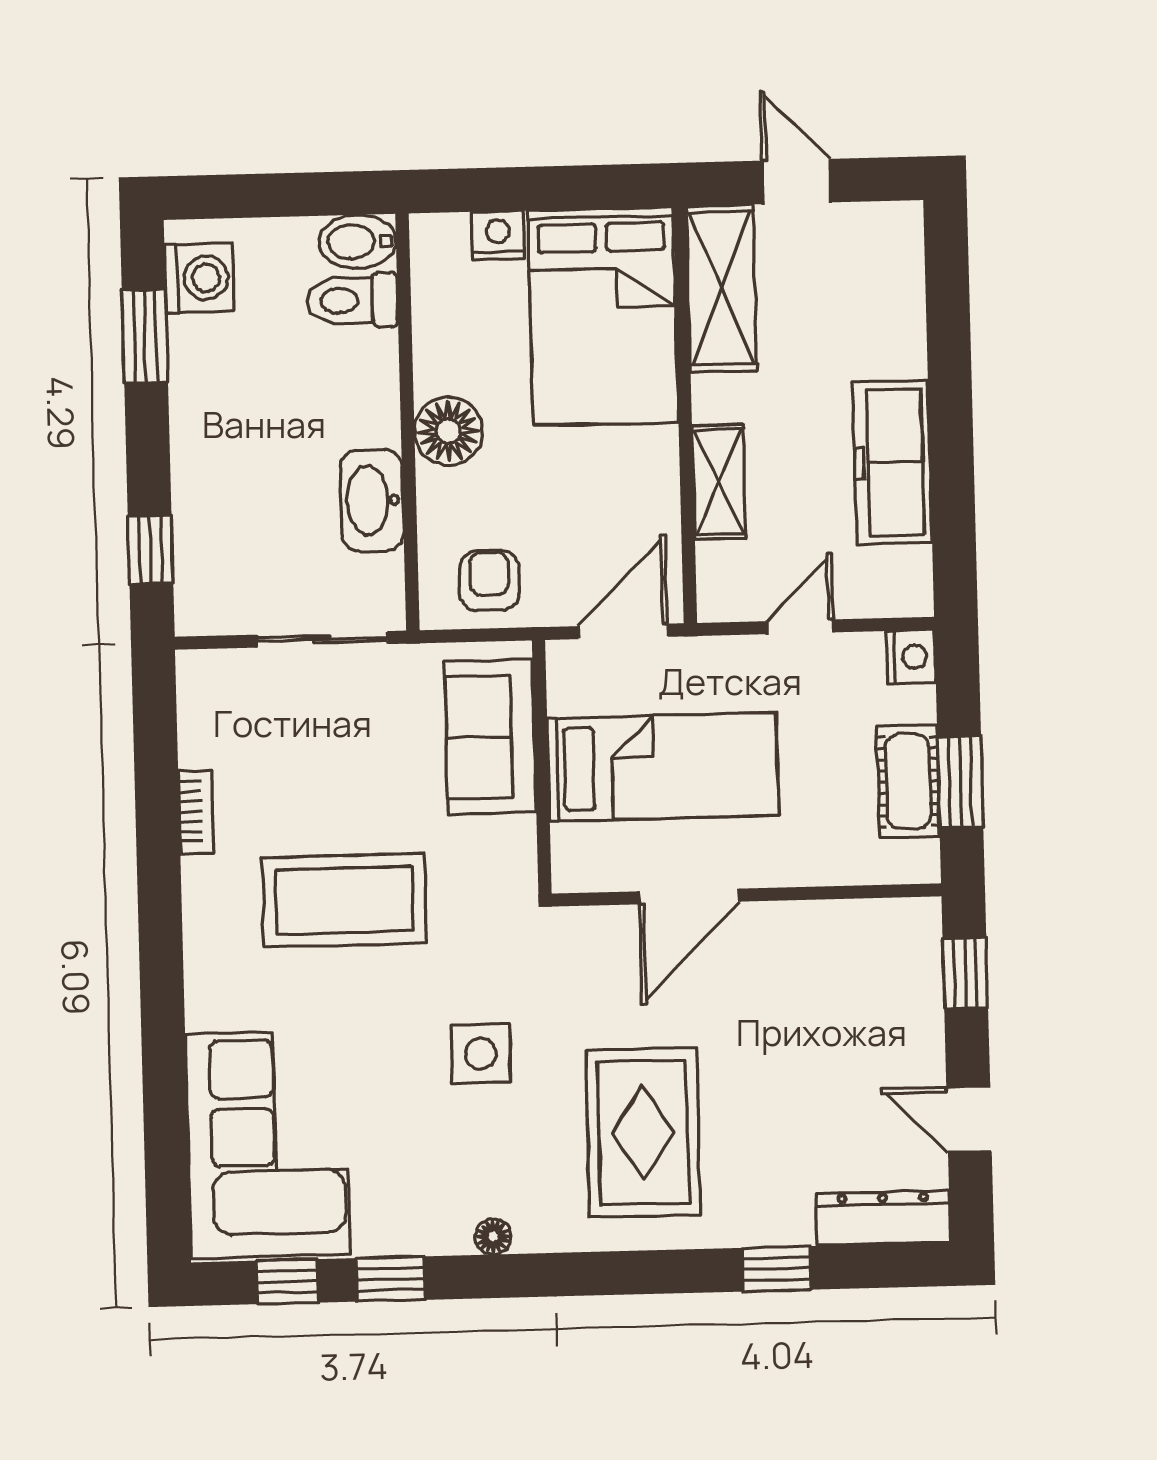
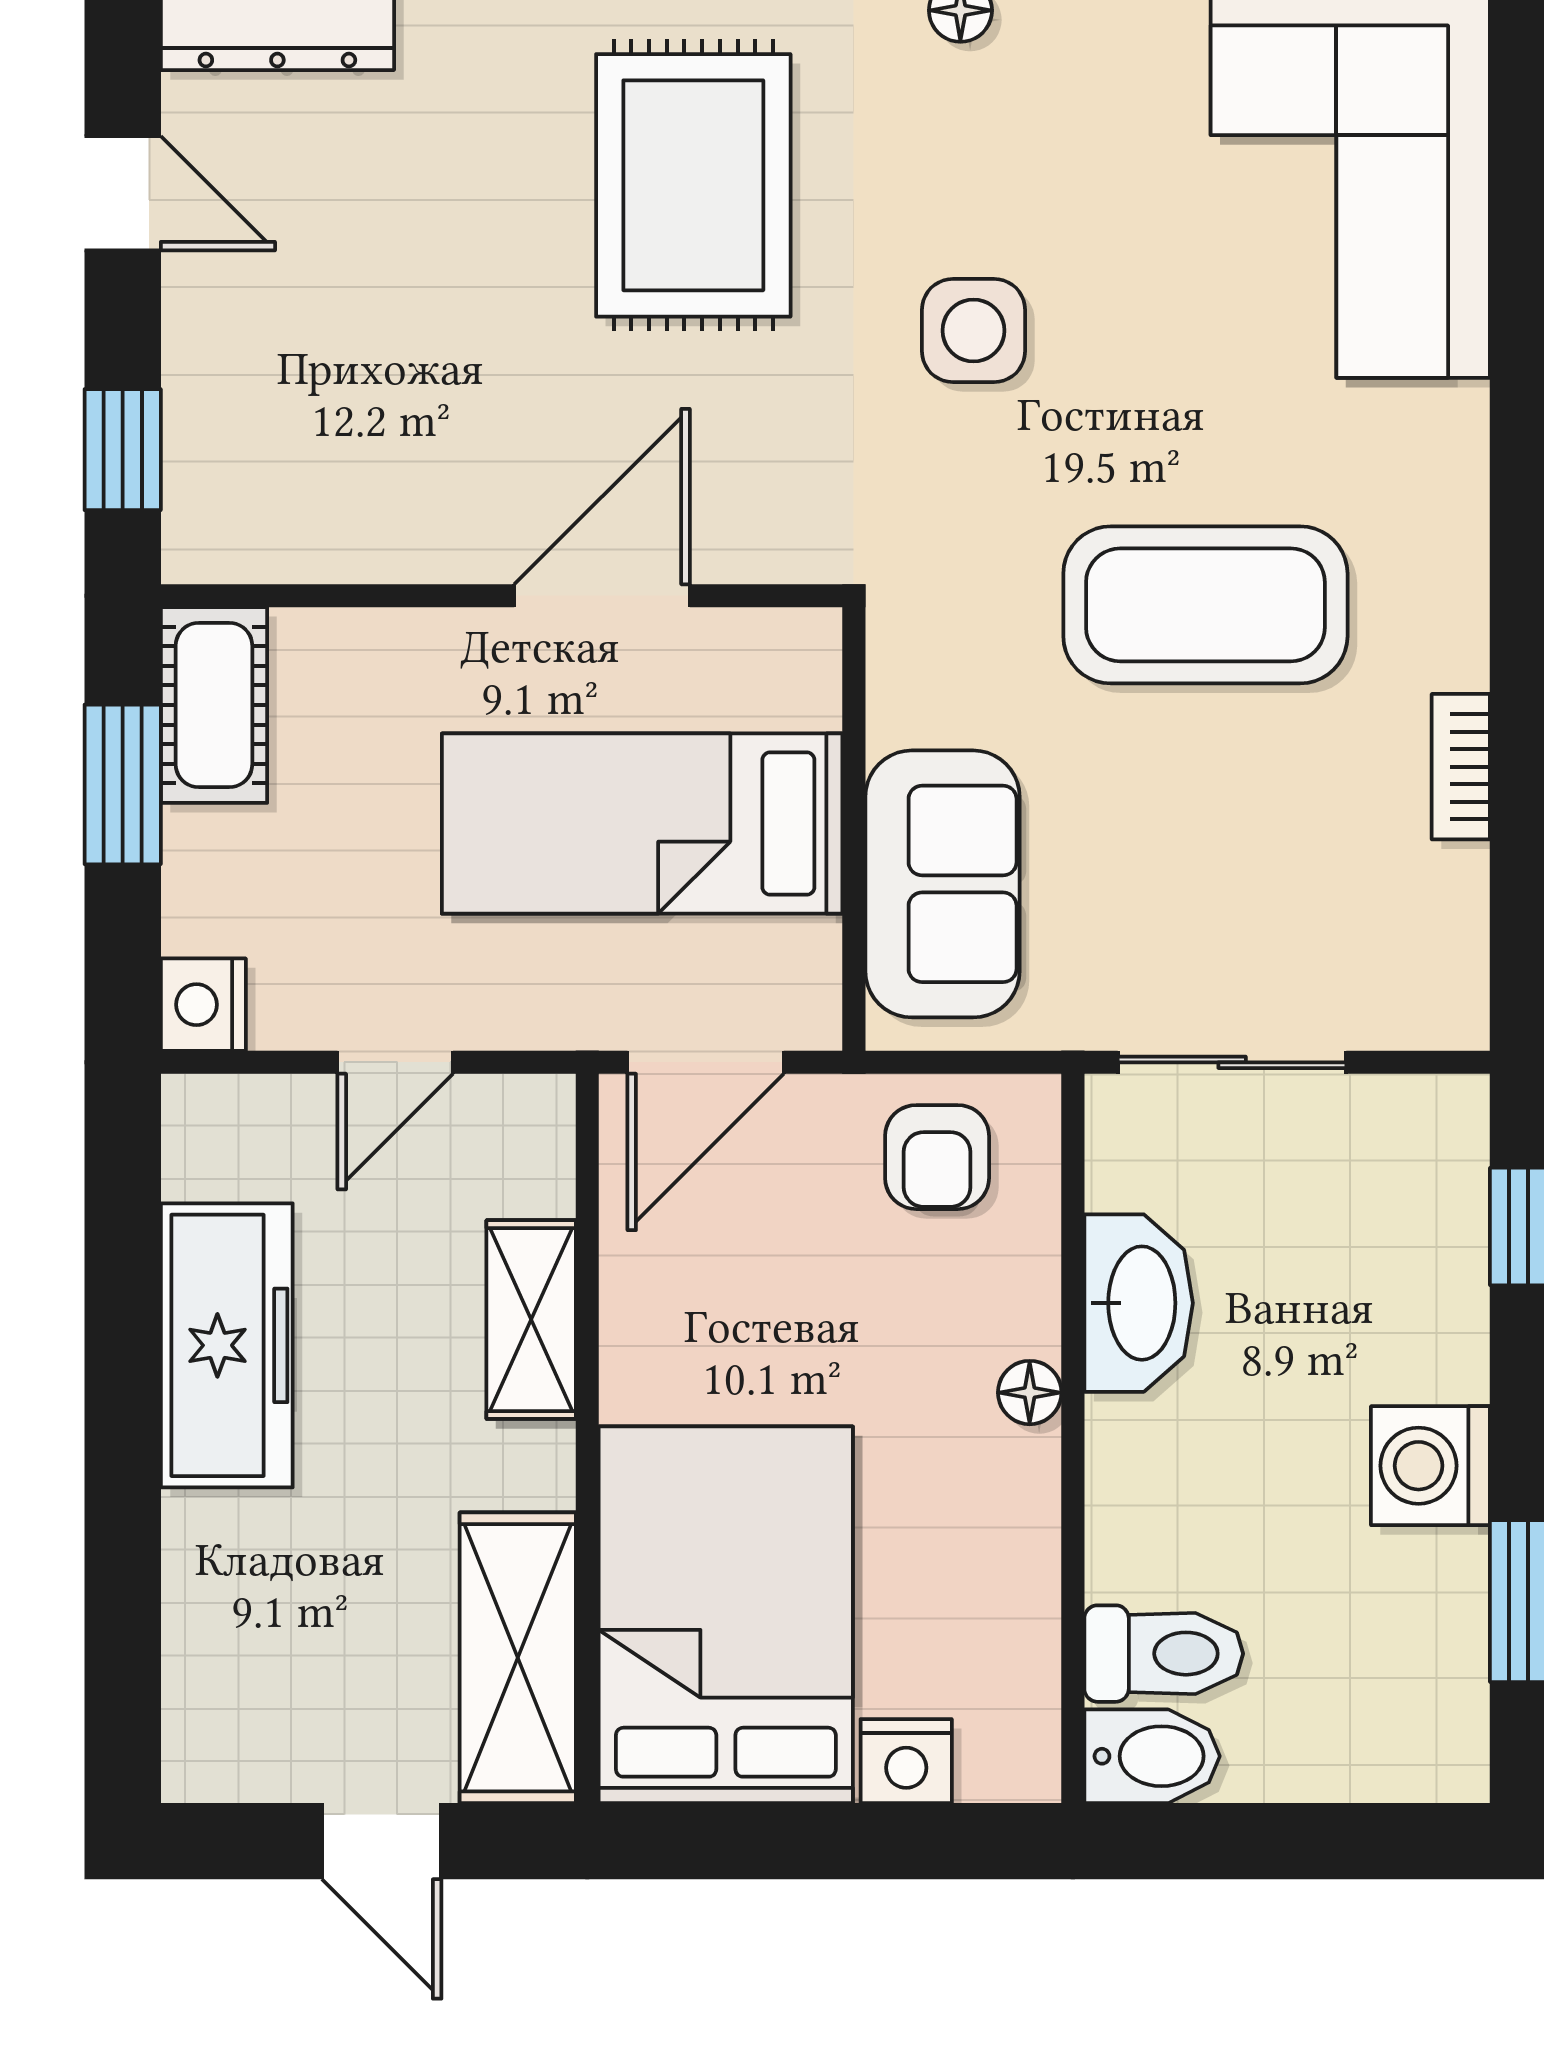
washing machine: (199, 278) -> (1430, 1466), moved
floor lamp: (448, 431) -> (1030, 1393), width x0.53, depth x0.53
cot: (908, 782) -> (214, 705), moved

